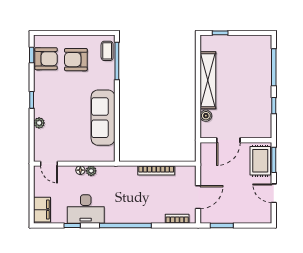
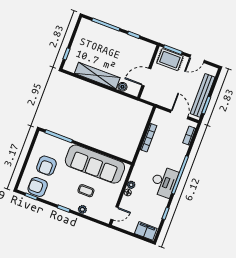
coffee table: (107, 51) -> (86, 191), moved
armchair: (46, 59) -> (38, 187), turned -90
sofa: (103, 118) -> (95, 164), width x1.36, depth x1.27
door: (228, 140) -> (146, 77), swing flipped
desk: (86, 209) -> (164, 182), moved
bench: (232, 217) -> (203, 95), added

